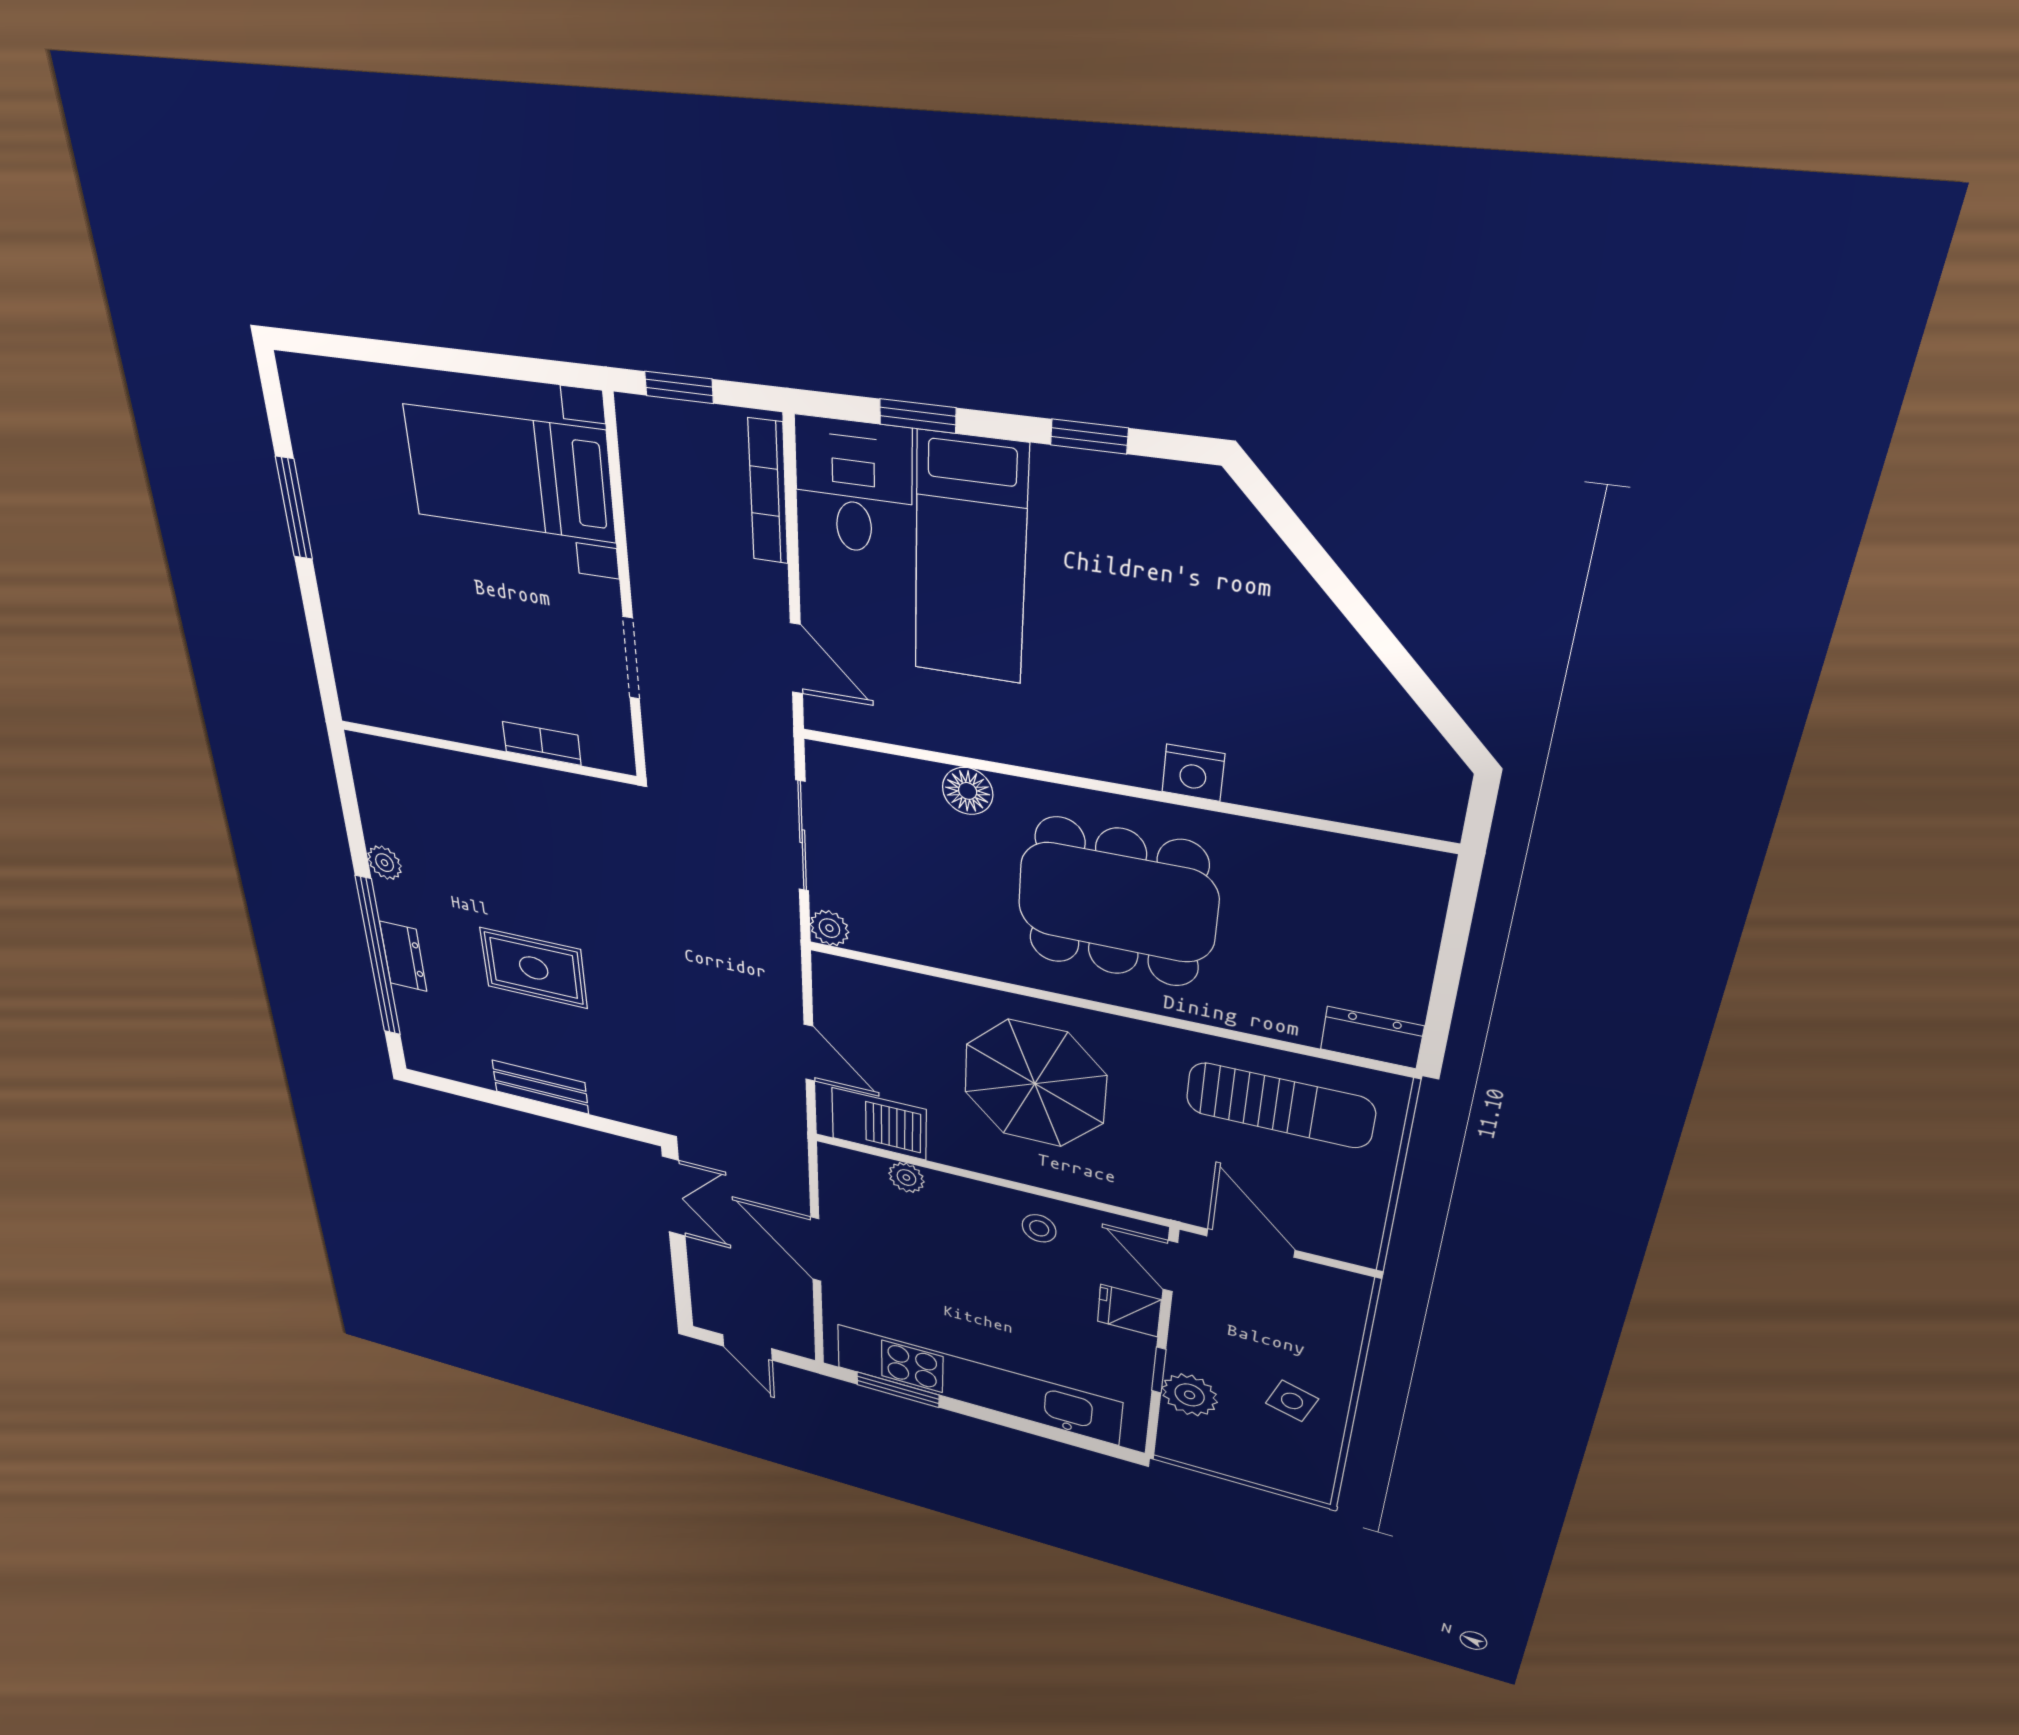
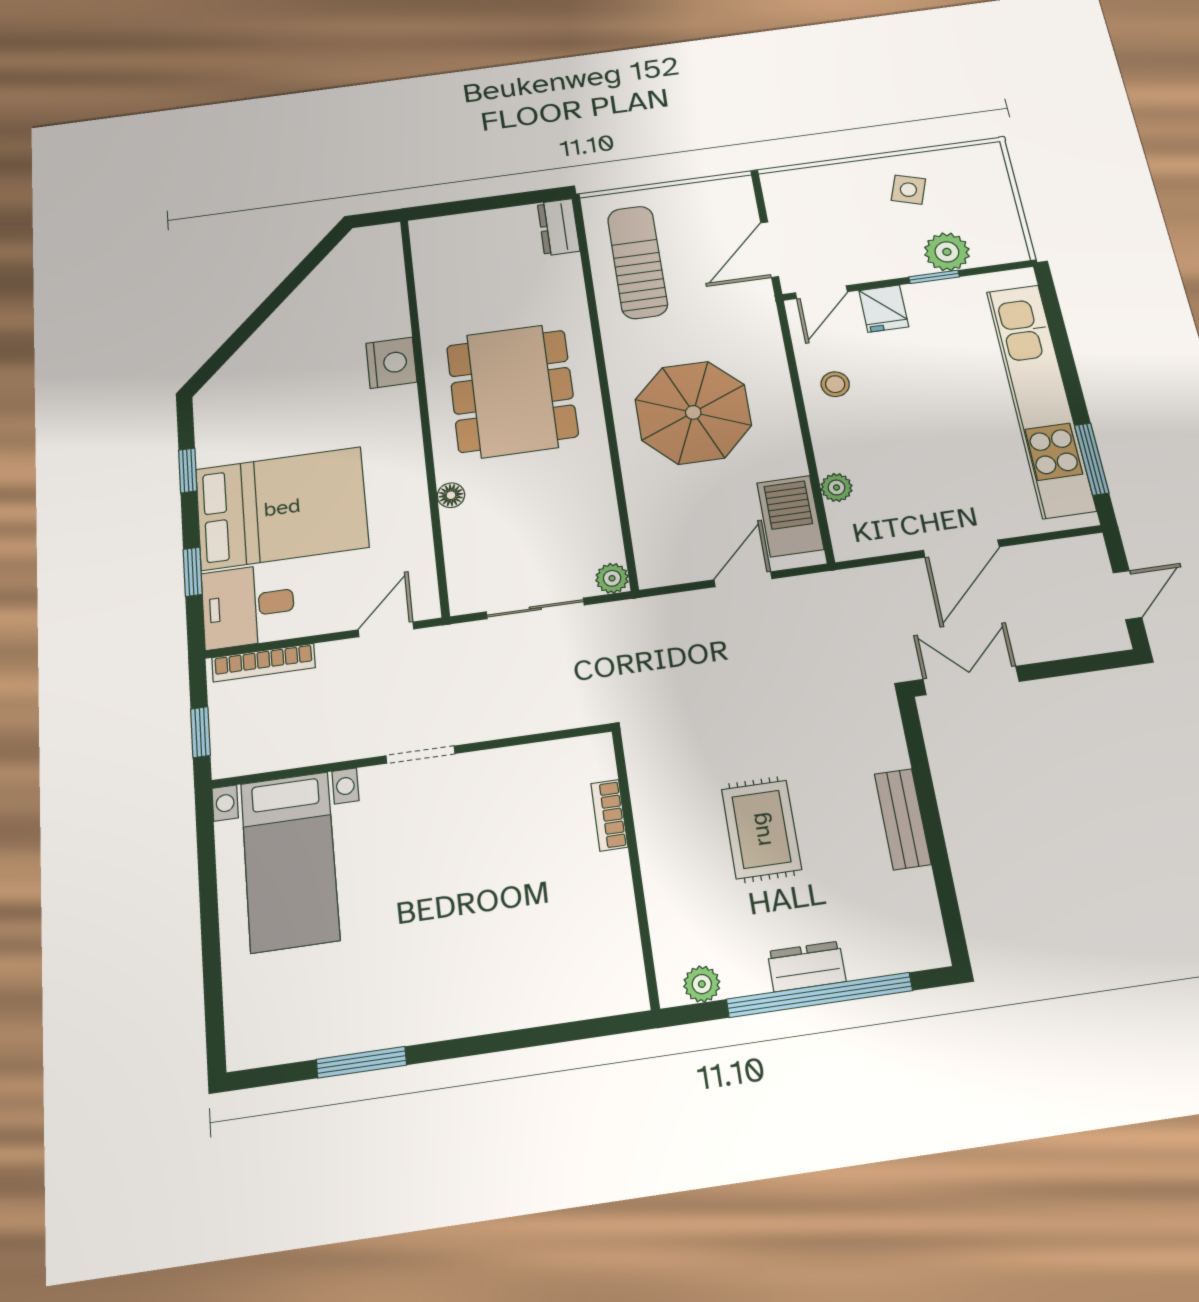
bed: (970, 560) -> (282, 508), width x1.50
bookcase: (542, 743) -> (609, 815), moved
wall: (486, 752) -> (635, 866), moved
nightstand: (1193, 773) -> (391, 363), width x1.36, depth x1.33
floor lamp: (968, 791) -> (451, 495), width x0.73, depth x0.73

